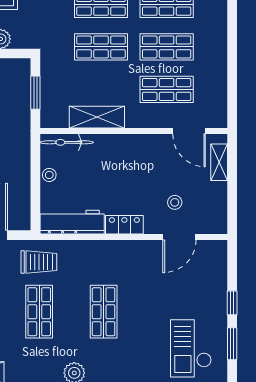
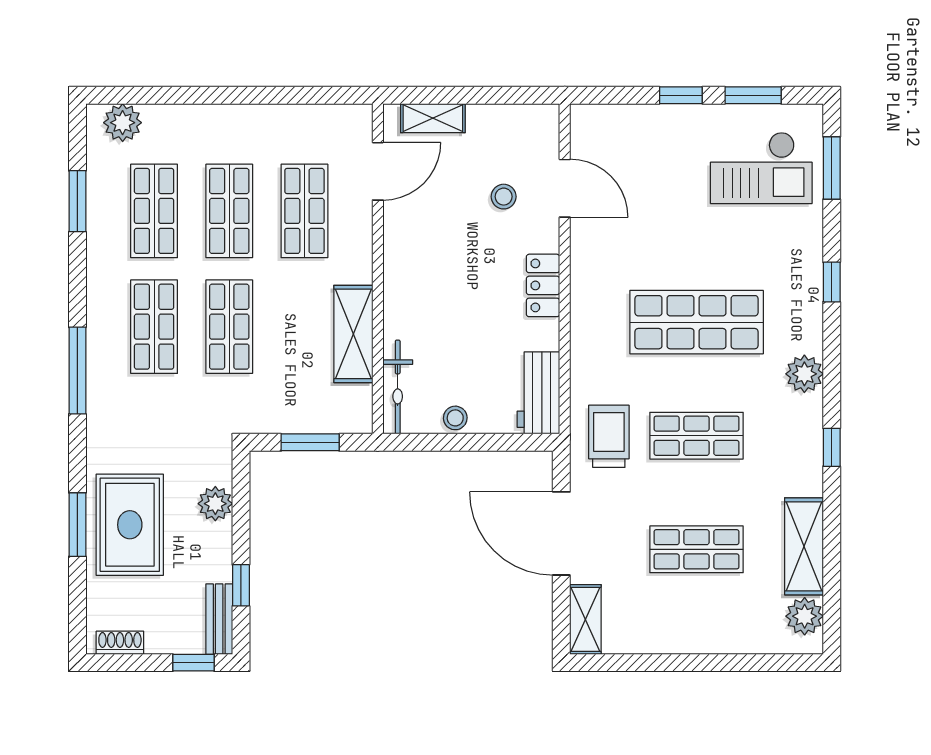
workbench: (72, 222) -> (538, 393), width x0.73
shop shelf: (104, 312) -> (697, 322), width x1.43, depth x1.36

